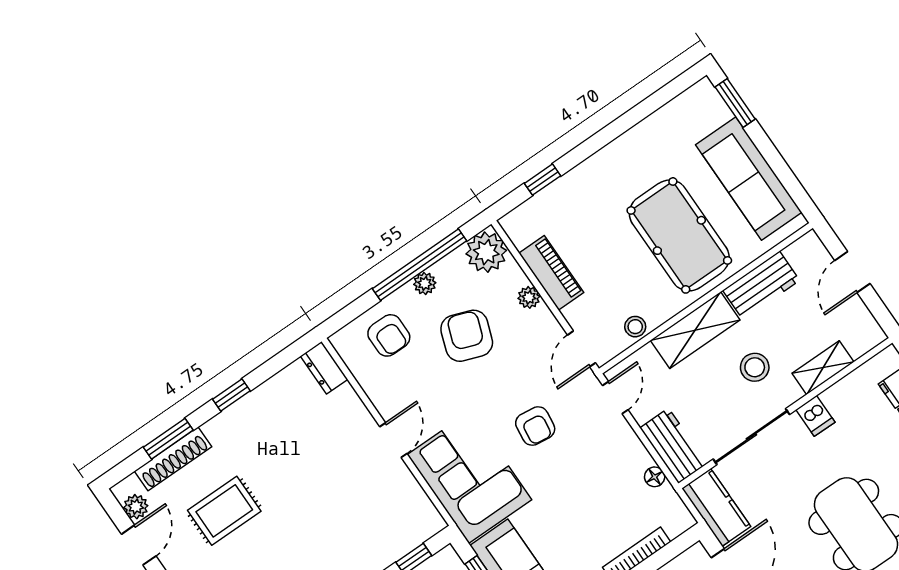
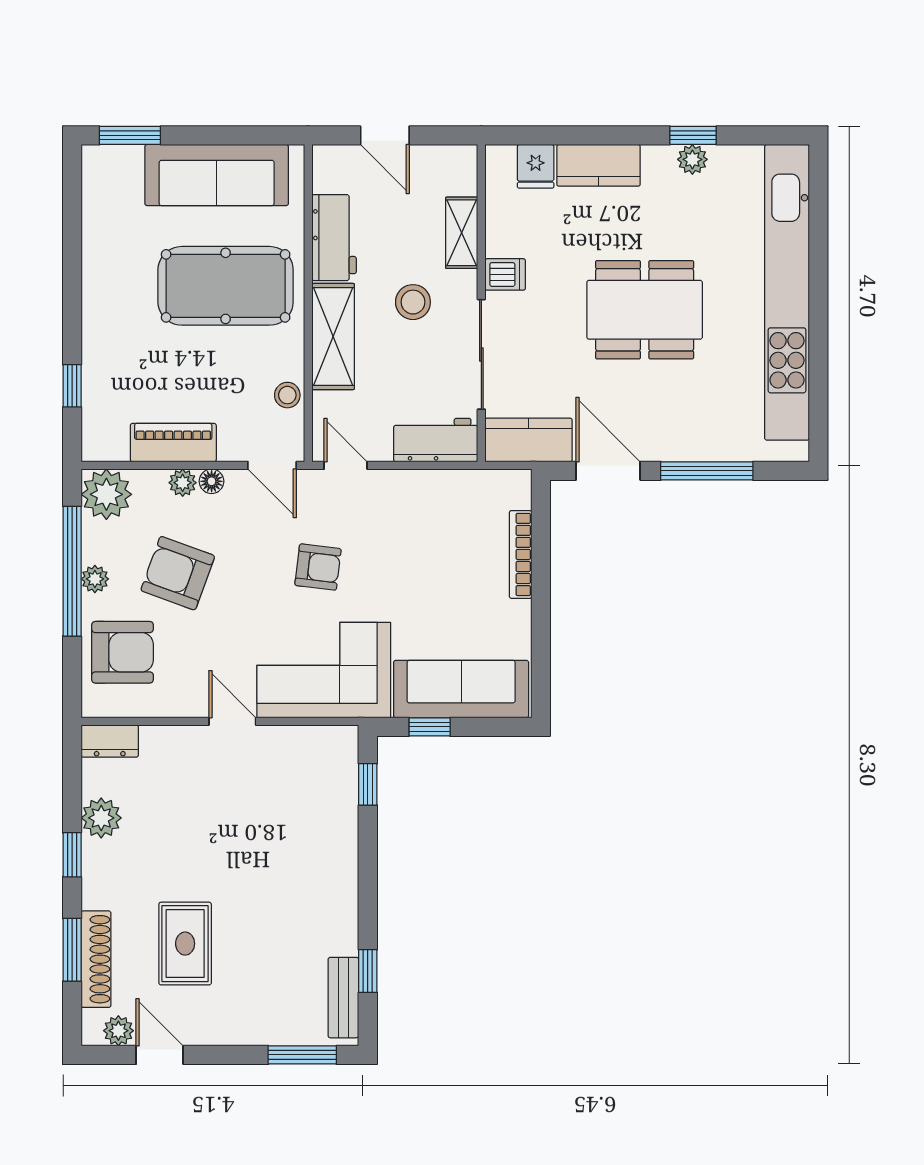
armchair: (389, 335) -> (123, 652), width x1.38, depth x1.38
plant: (269, 397) -> (101, 818), added
floor lamp: (655, 477) -> (212, 481), moved

